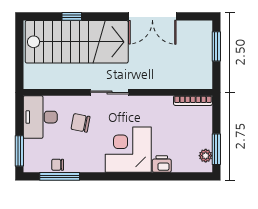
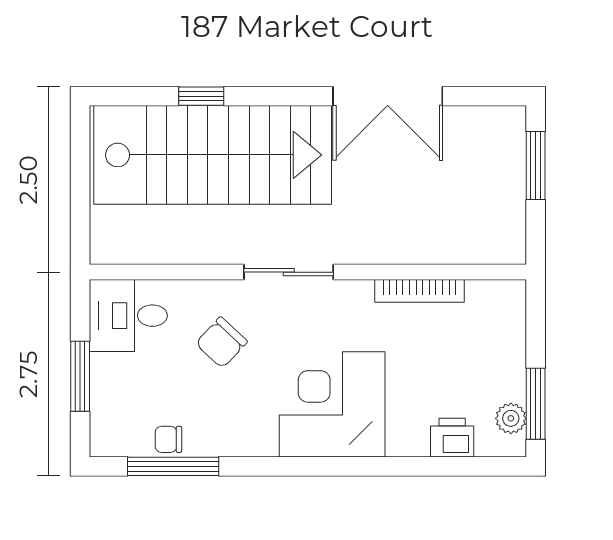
bookcase: (193, 101) -> (419, 291), moved
desk: (40, 117) -> (128, 316), width x0.73
chair: (81, 123) -> (221, 342), turned -58
window: (19, 151) -> (80, 376), moved
printer: (162, 164) -> (452, 438), moved

